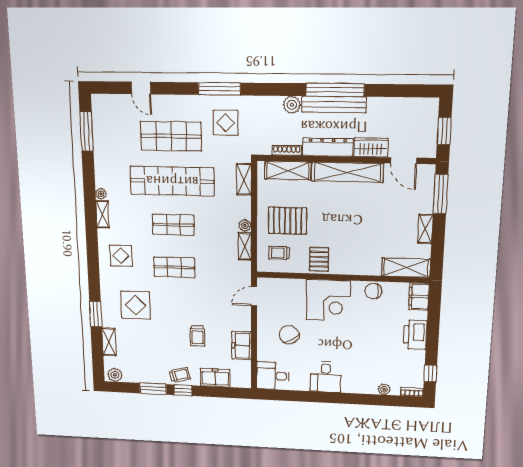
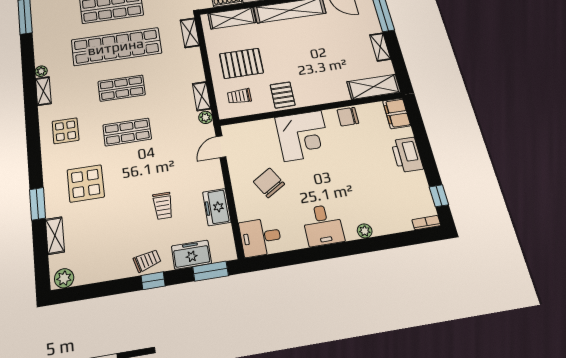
plant: (245, 225) -> (206, 117), moved
window: (153, 389) -> (210, 271), moved
plant: (384, 389) -> (365, 231), moved

